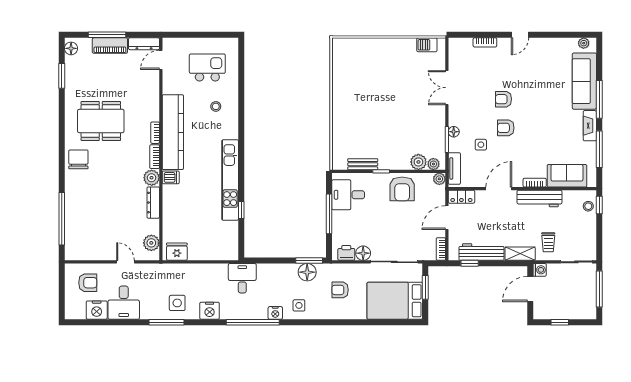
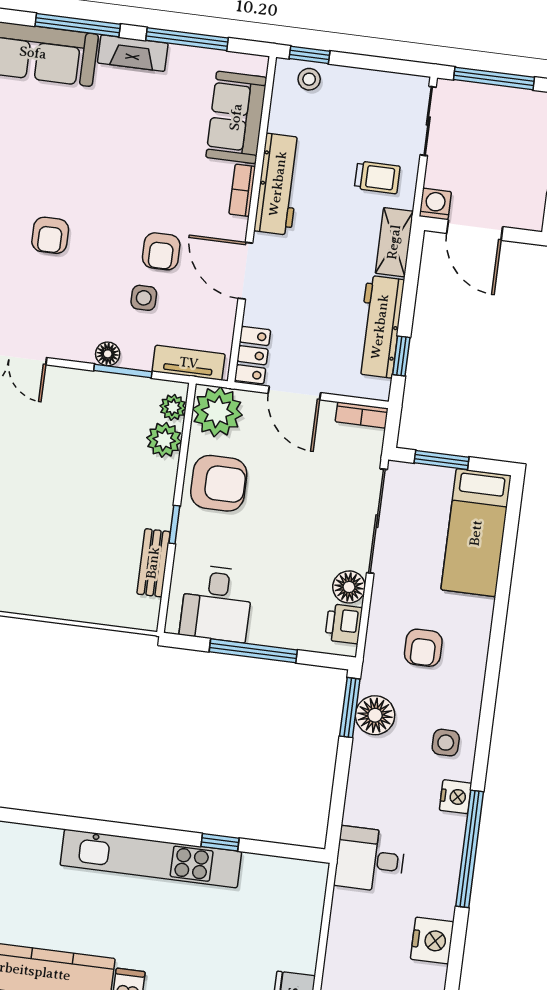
armchair: (506, 128) -> (161, 251), moved
plant: (439, 179) -> (217, 412), width x1.88, depth x1.88
bed: (395, 301) -> (476, 533), width x0.67

